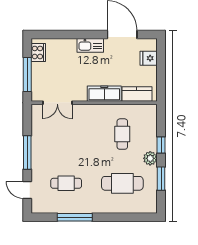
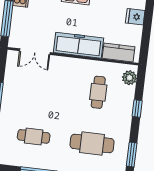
freezer: (104, 94) -> (78, 45), width x1.36, depth x1.26
plant: (150, 158) -> (129, 78), moved
window: (161, 179) -> (132, 154), moved

